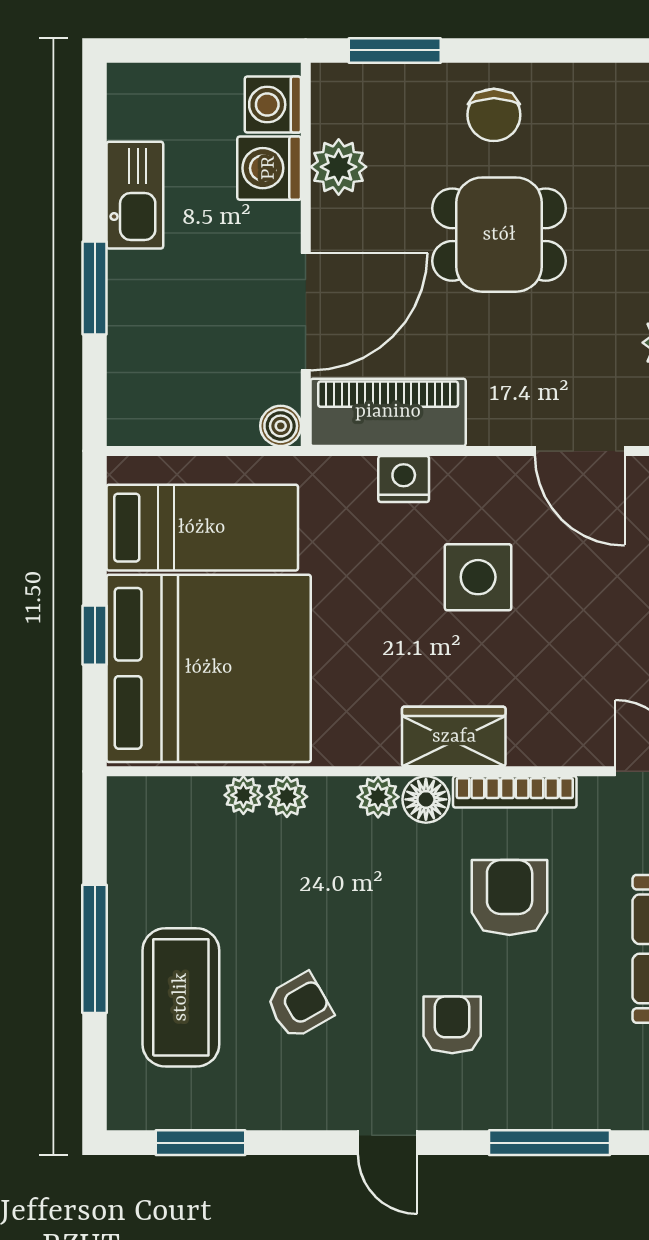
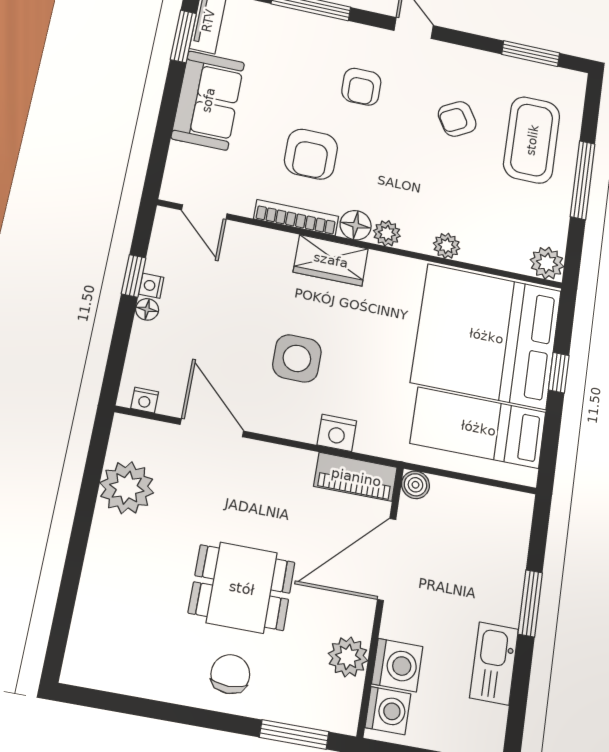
piano: (388, 412) -> (356, 477), width x0.73, depth x0.75
plant: (243, 795) -> (547, 263), moved, width x1.38, depth x1.38

